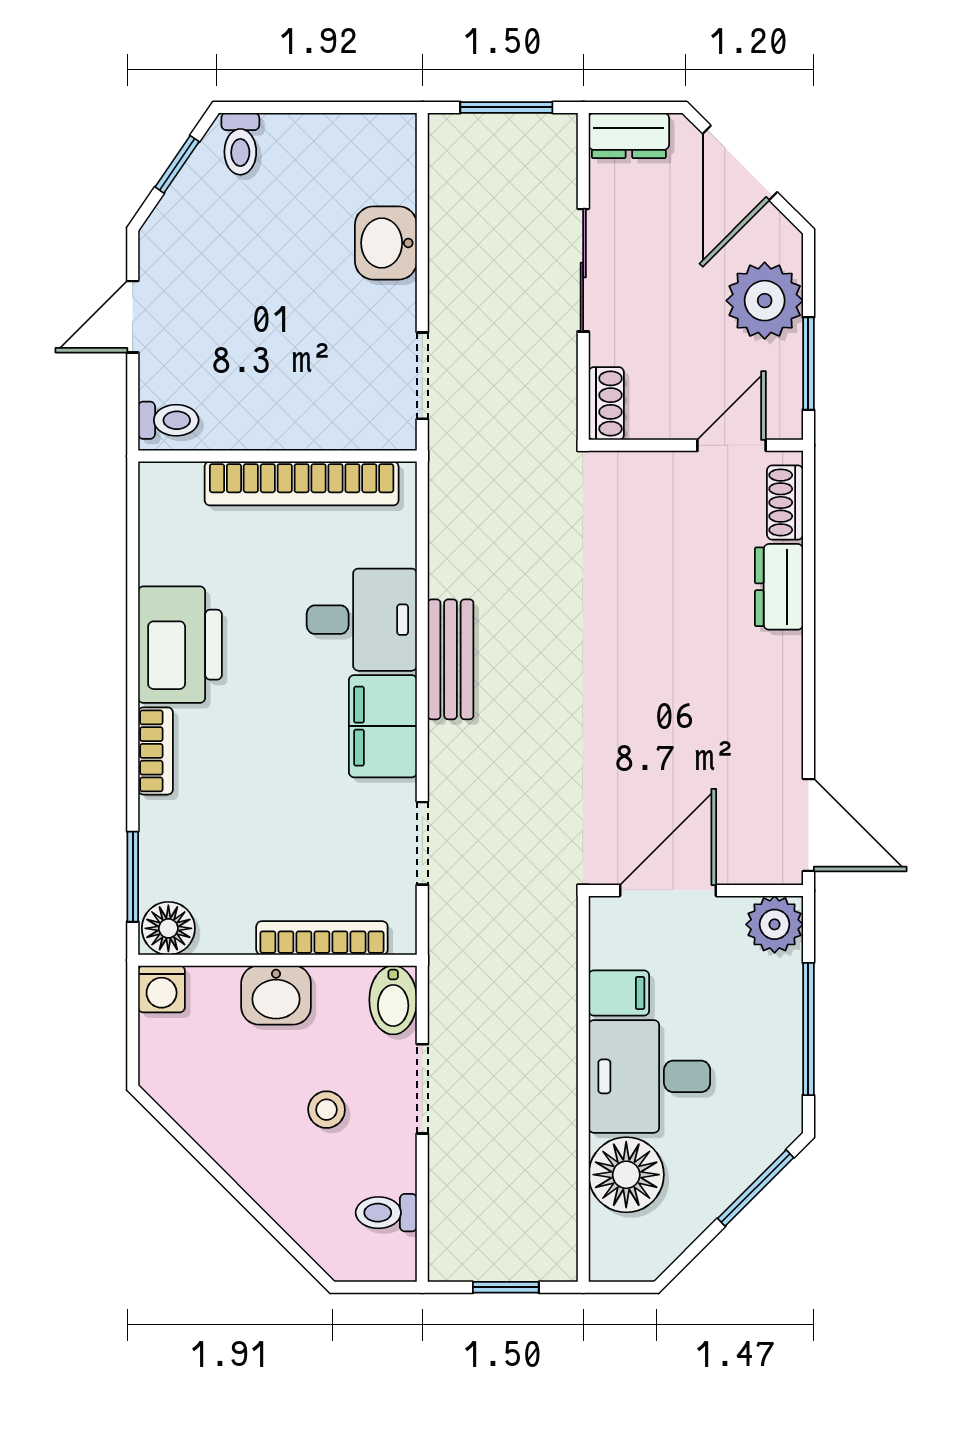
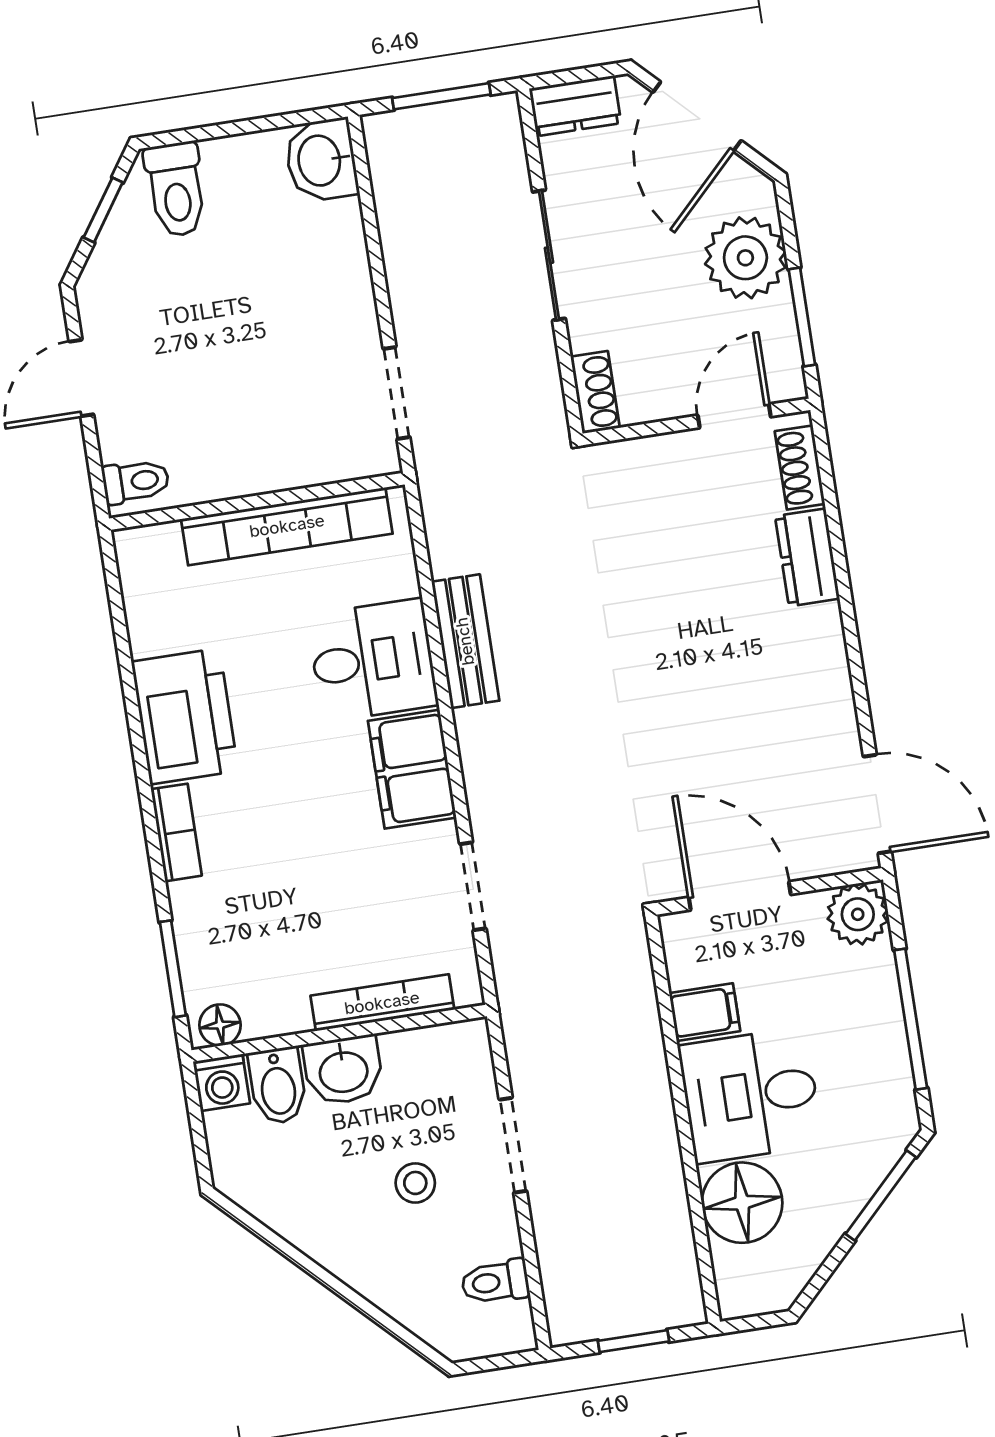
toilet: (240, 144) -> (176, 189), width x1.37, depth x1.39
washbasin: (386, 243) -> (321, 160), moved
bench: (451, 659) -> (465, 641), moved
door: (668, 890) -> (740, 896), hinge flipped
floor lamp: (168, 928) -> (220, 1025), width x0.73, depth x0.73
bidet: (393, 1000) -> (278, 1086), moved

